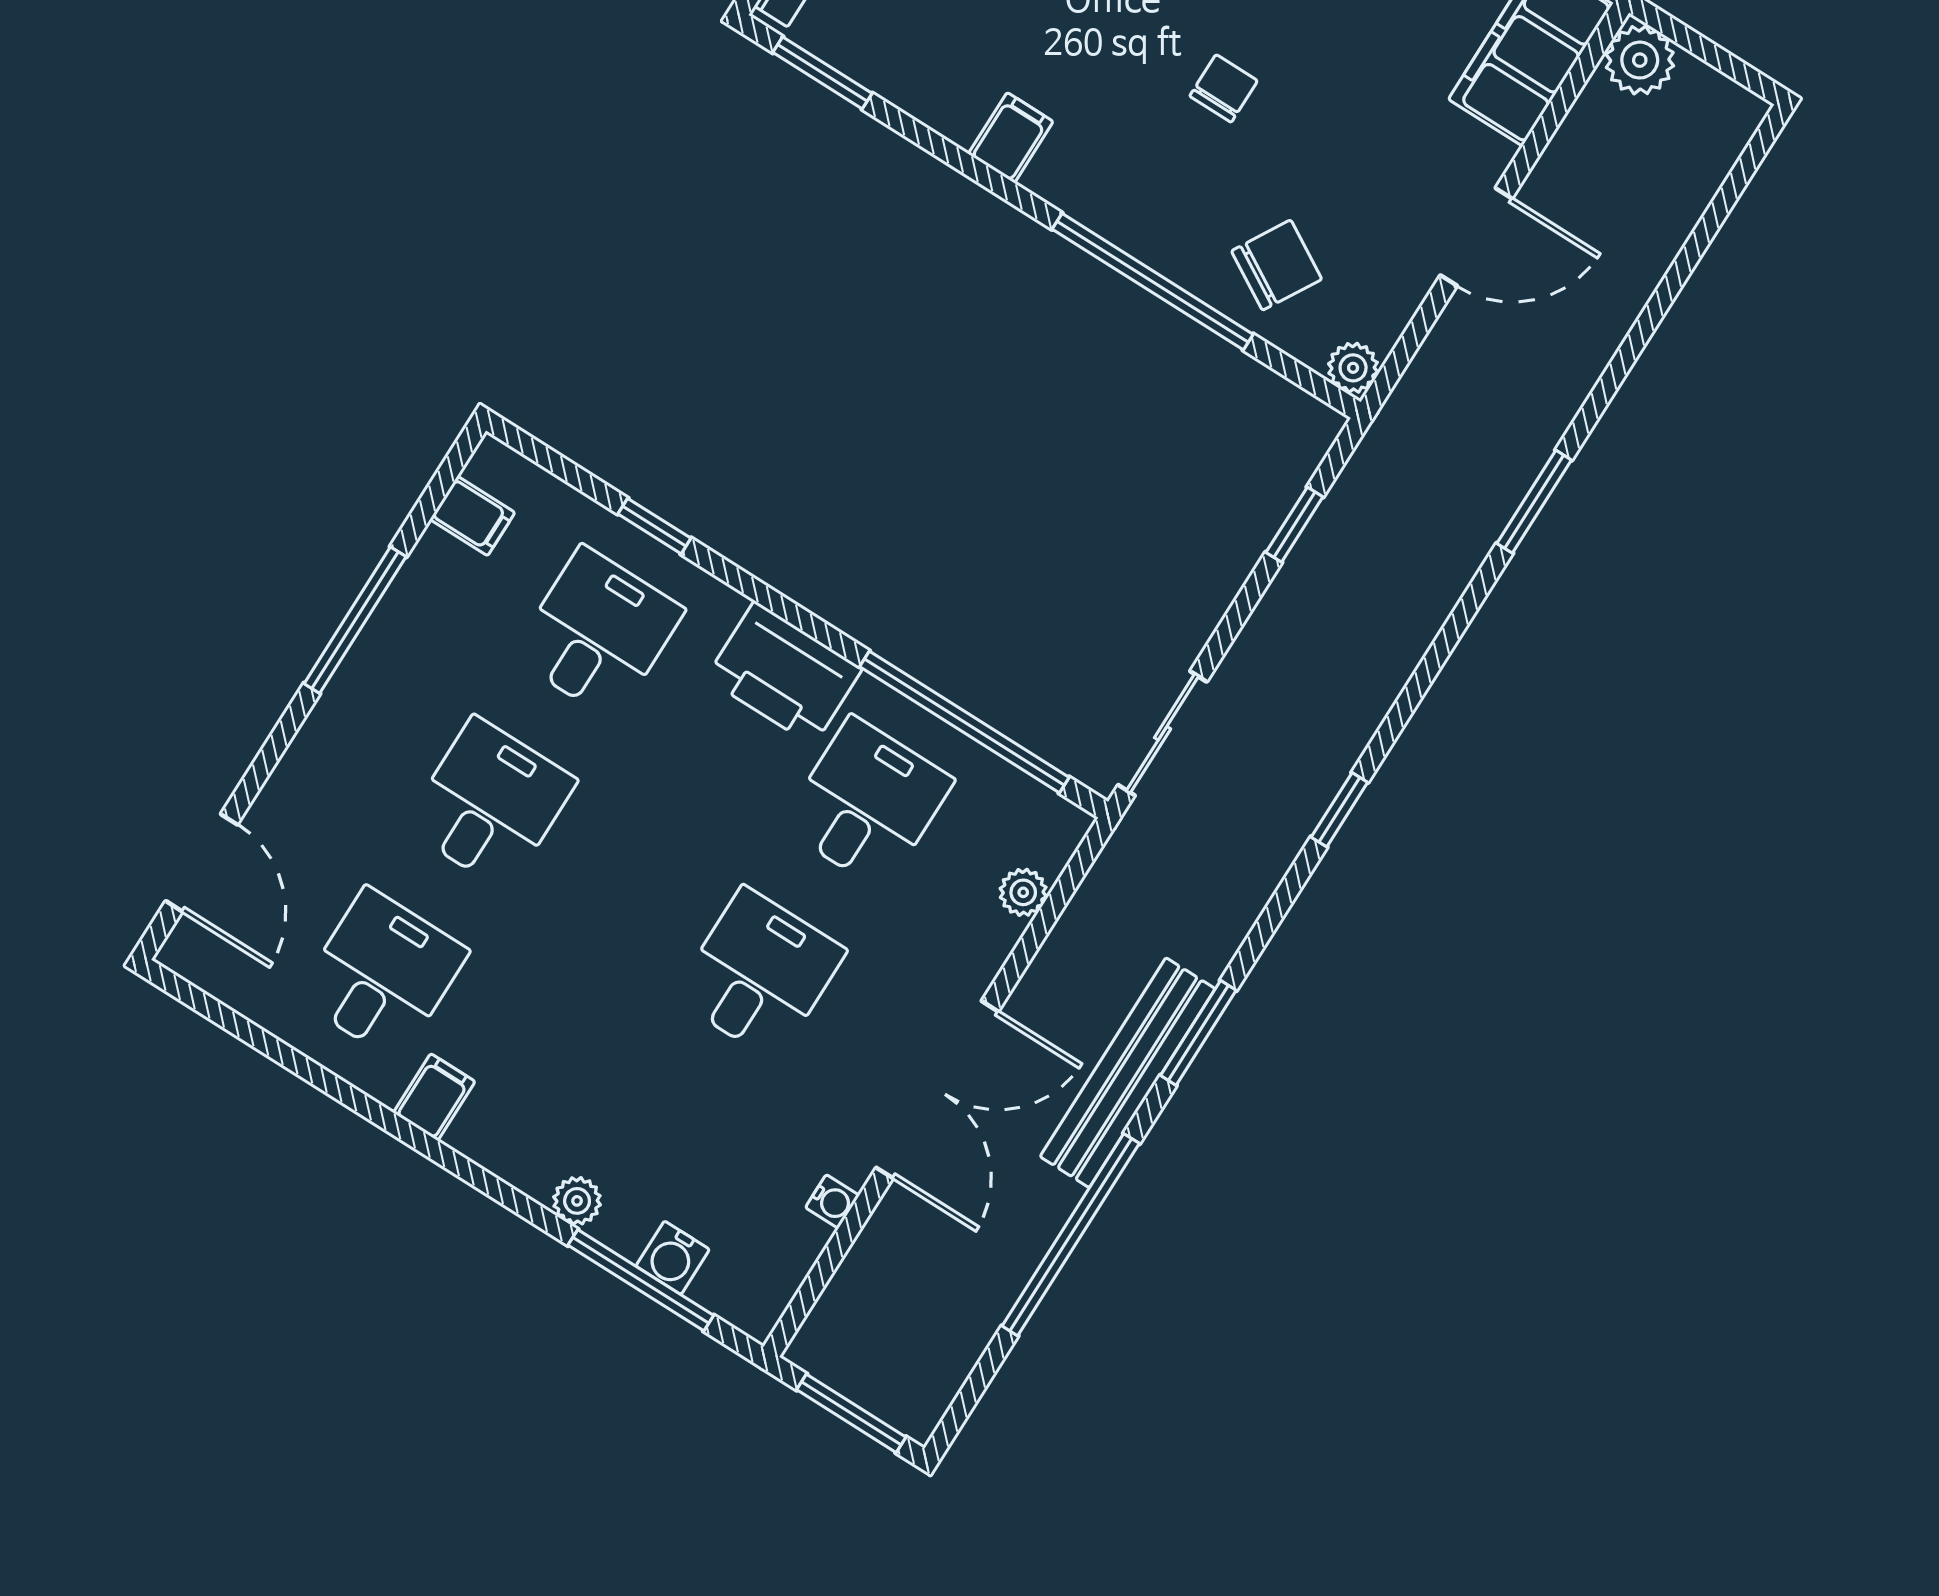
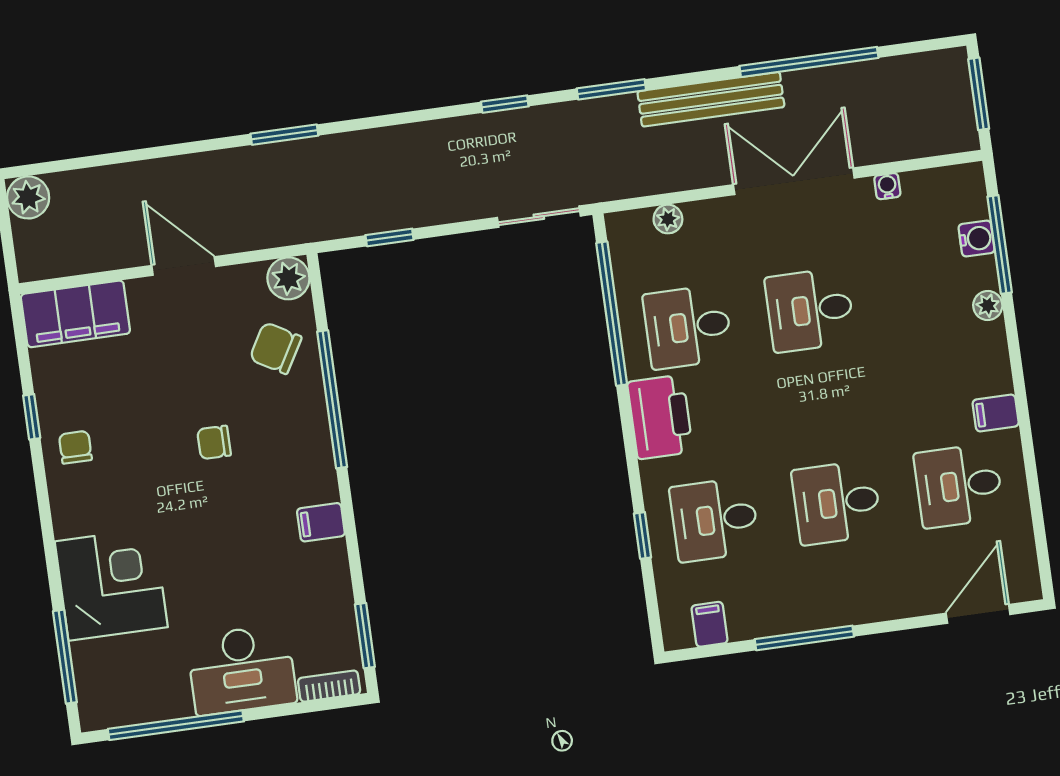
plant: (1640, 60) -> (28, 197), moved
plant: (1353, 368) -> (288, 278), width x1.38, depth x1.38
window: (1198, 1033) -> (611, 89), moved

